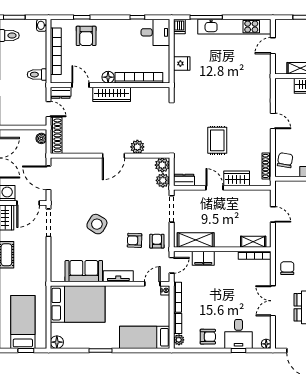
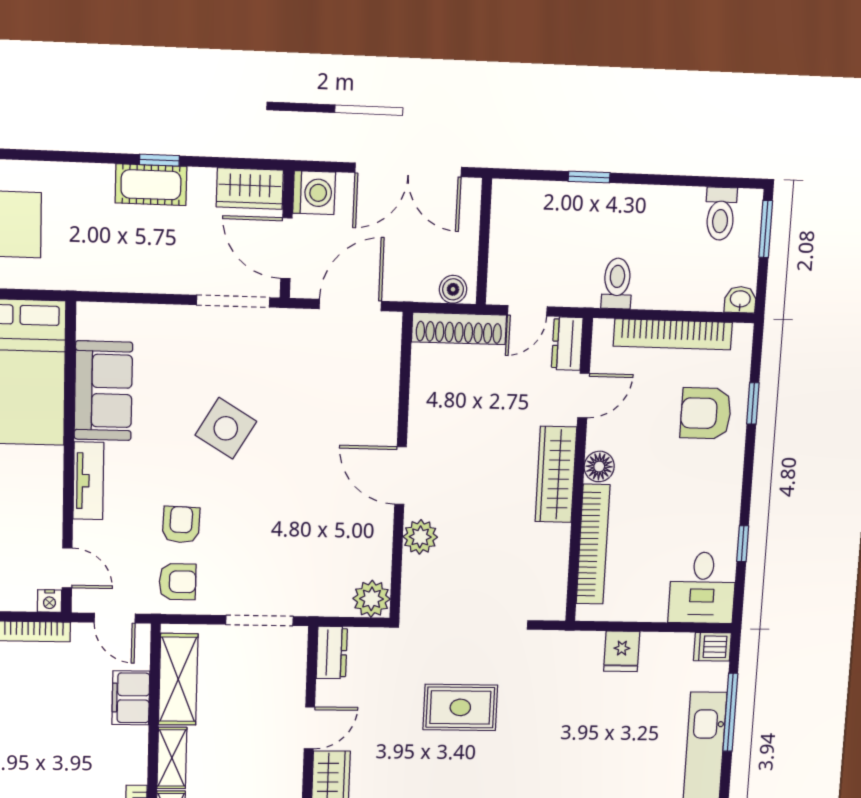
rug: (217, 140) -> (460, 707), moved
plant: (163, 180) -> (332, 599), removed
shelving: (227, 242) -> (172, 758), added

